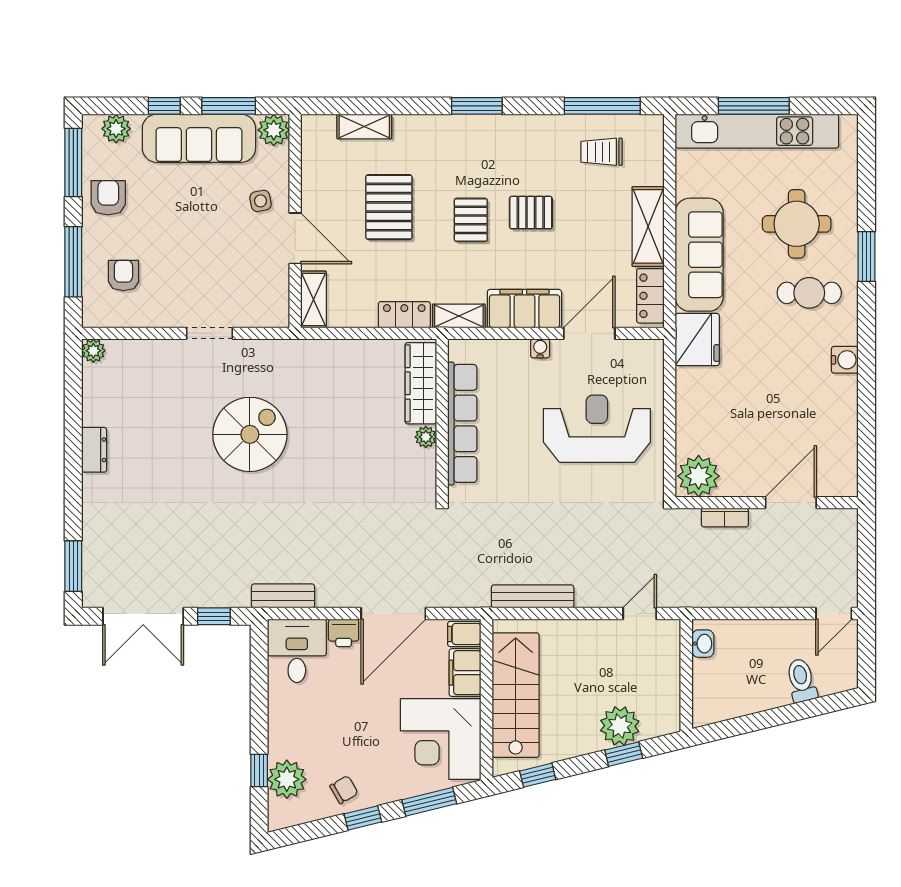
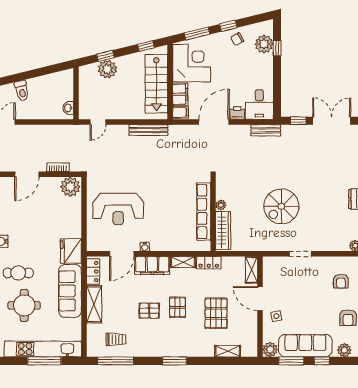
wardrobe: (421, 383) -> (223, 230), moved
wall: (442, 418) -> (213, 214), moved
row of seats: (462, 423) -> (204, 211), moved
plant: (426, 437) -> (221, 205), moved

